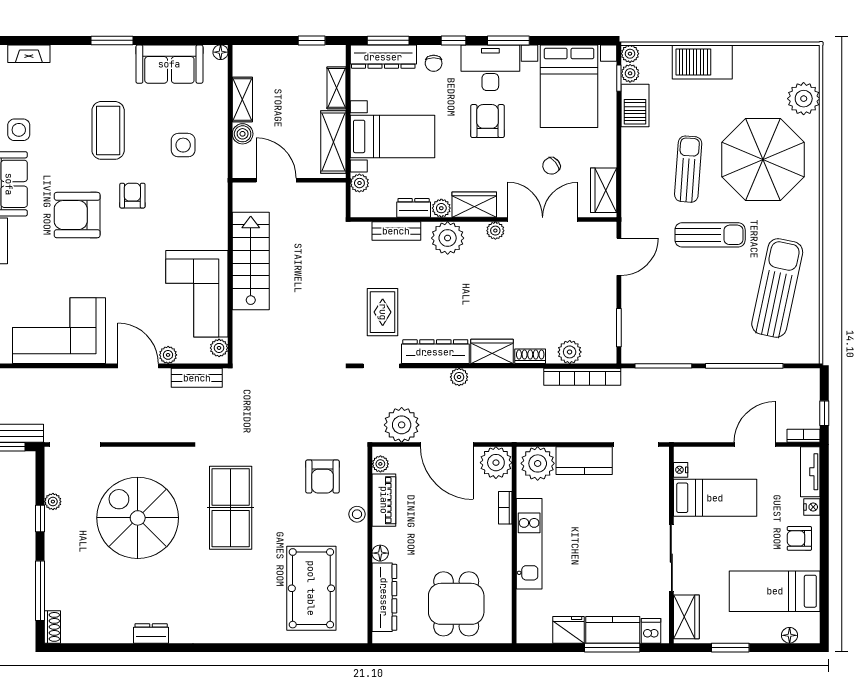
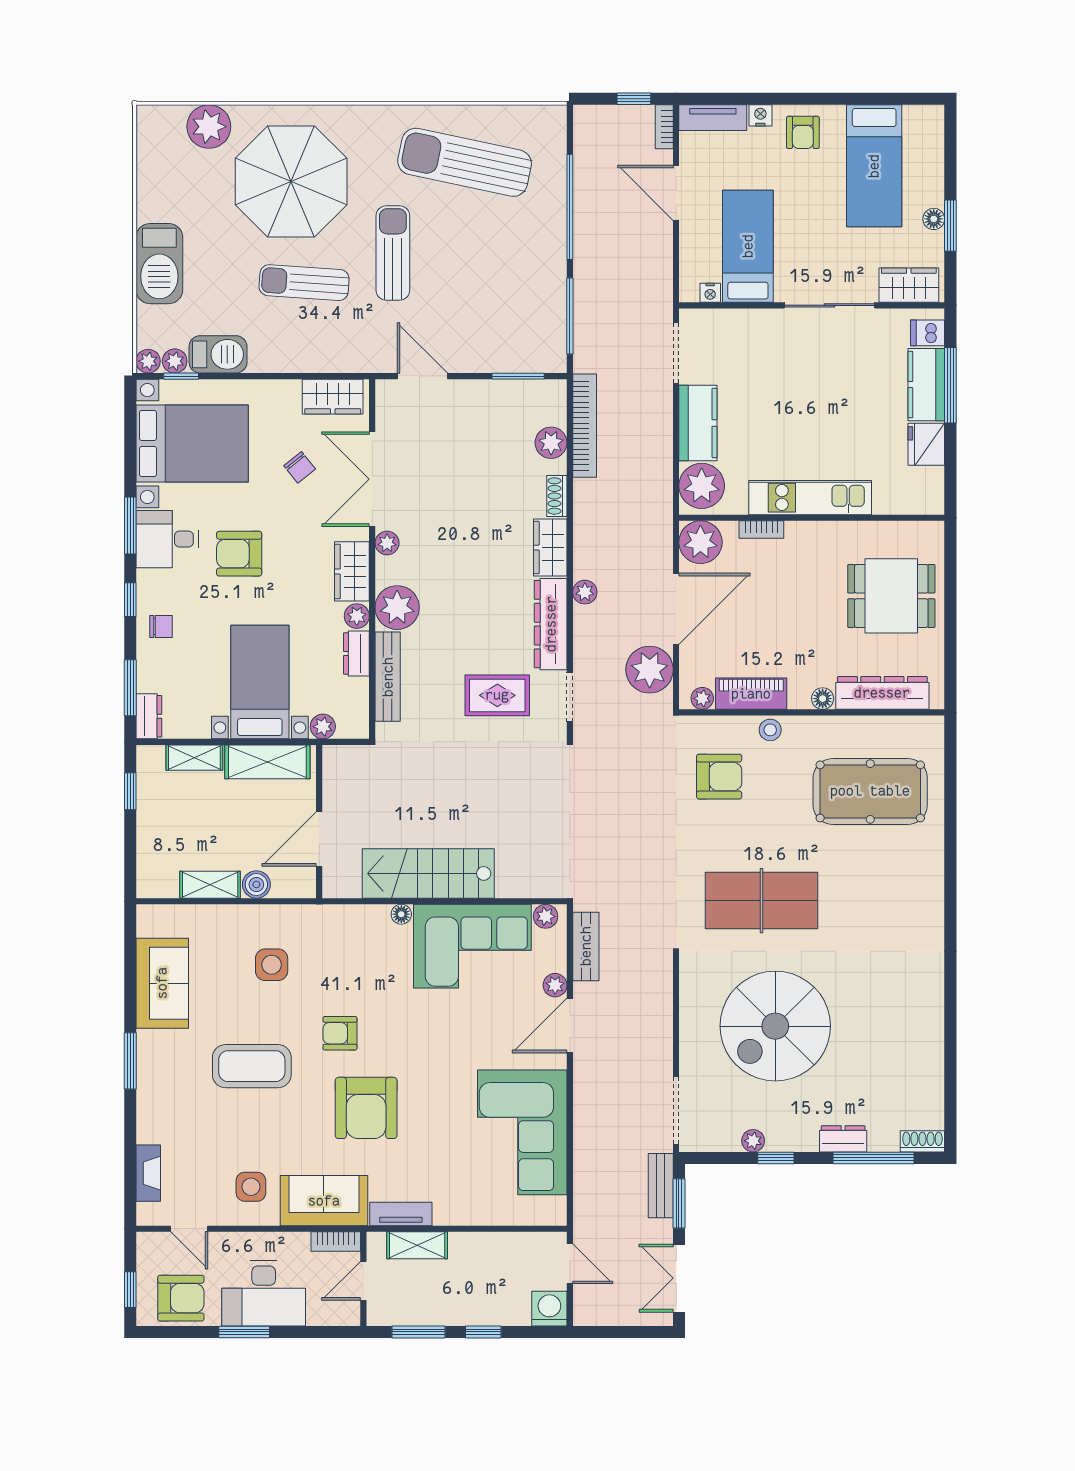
floor lamp: (221, 52) -> (401, 914), moved
dresser: (383, 57) -> (149, 716), width x0.51, depth x0.80
desk: (490, 68) -> (167, 539), width x0.73
bench: (396, 231) -> (388, 677), width x1.36
dresser: (151, 633) -> (843, 1139), moved, turned 90
floor lamp: (790, 635) -> (934, 219), moved

